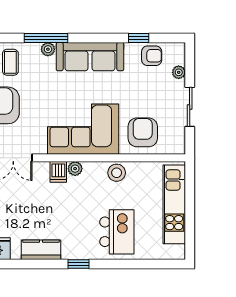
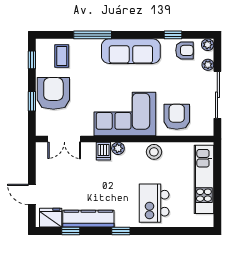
plant: (48, 49) -> (208, 45), moved
sliding door: (190, 107) -> (217, 95), width x1.37
kitchen island: (117, 232) -> (154, 203), turned 180
kitchen counter: (41, 250) -> (88, 219), width x1.50
window: (21, 264) -> (71, 231), added

